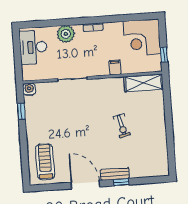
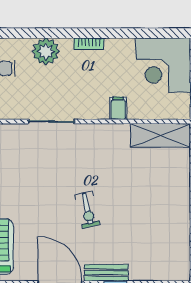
exercise bike: (122, 126) -> (87, 210), moved

